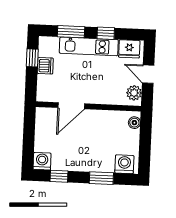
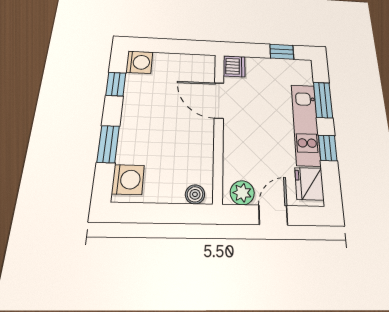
dishwasher: (45, 66) -> (234, 66), moved, turned -90

